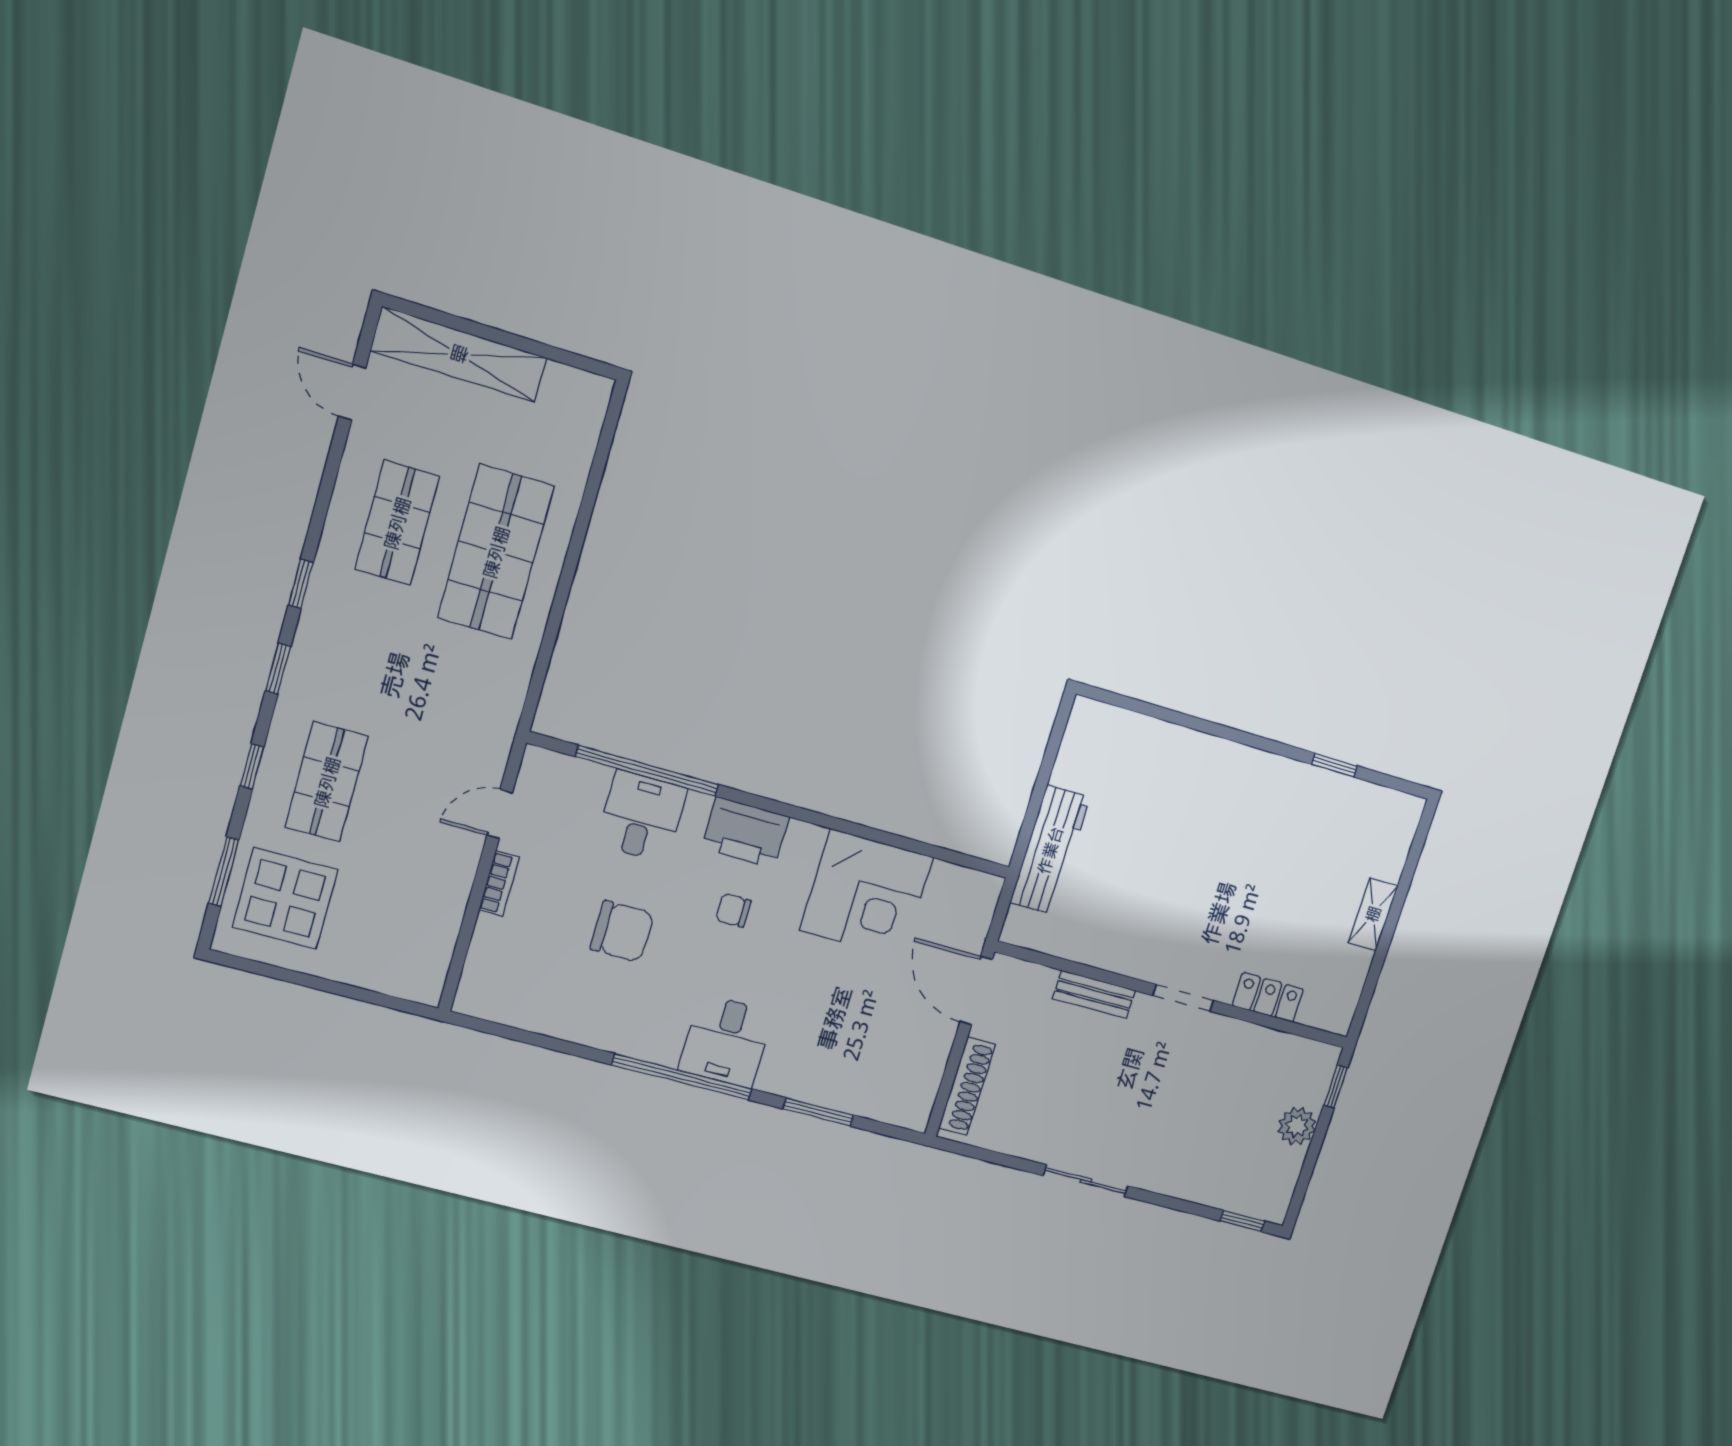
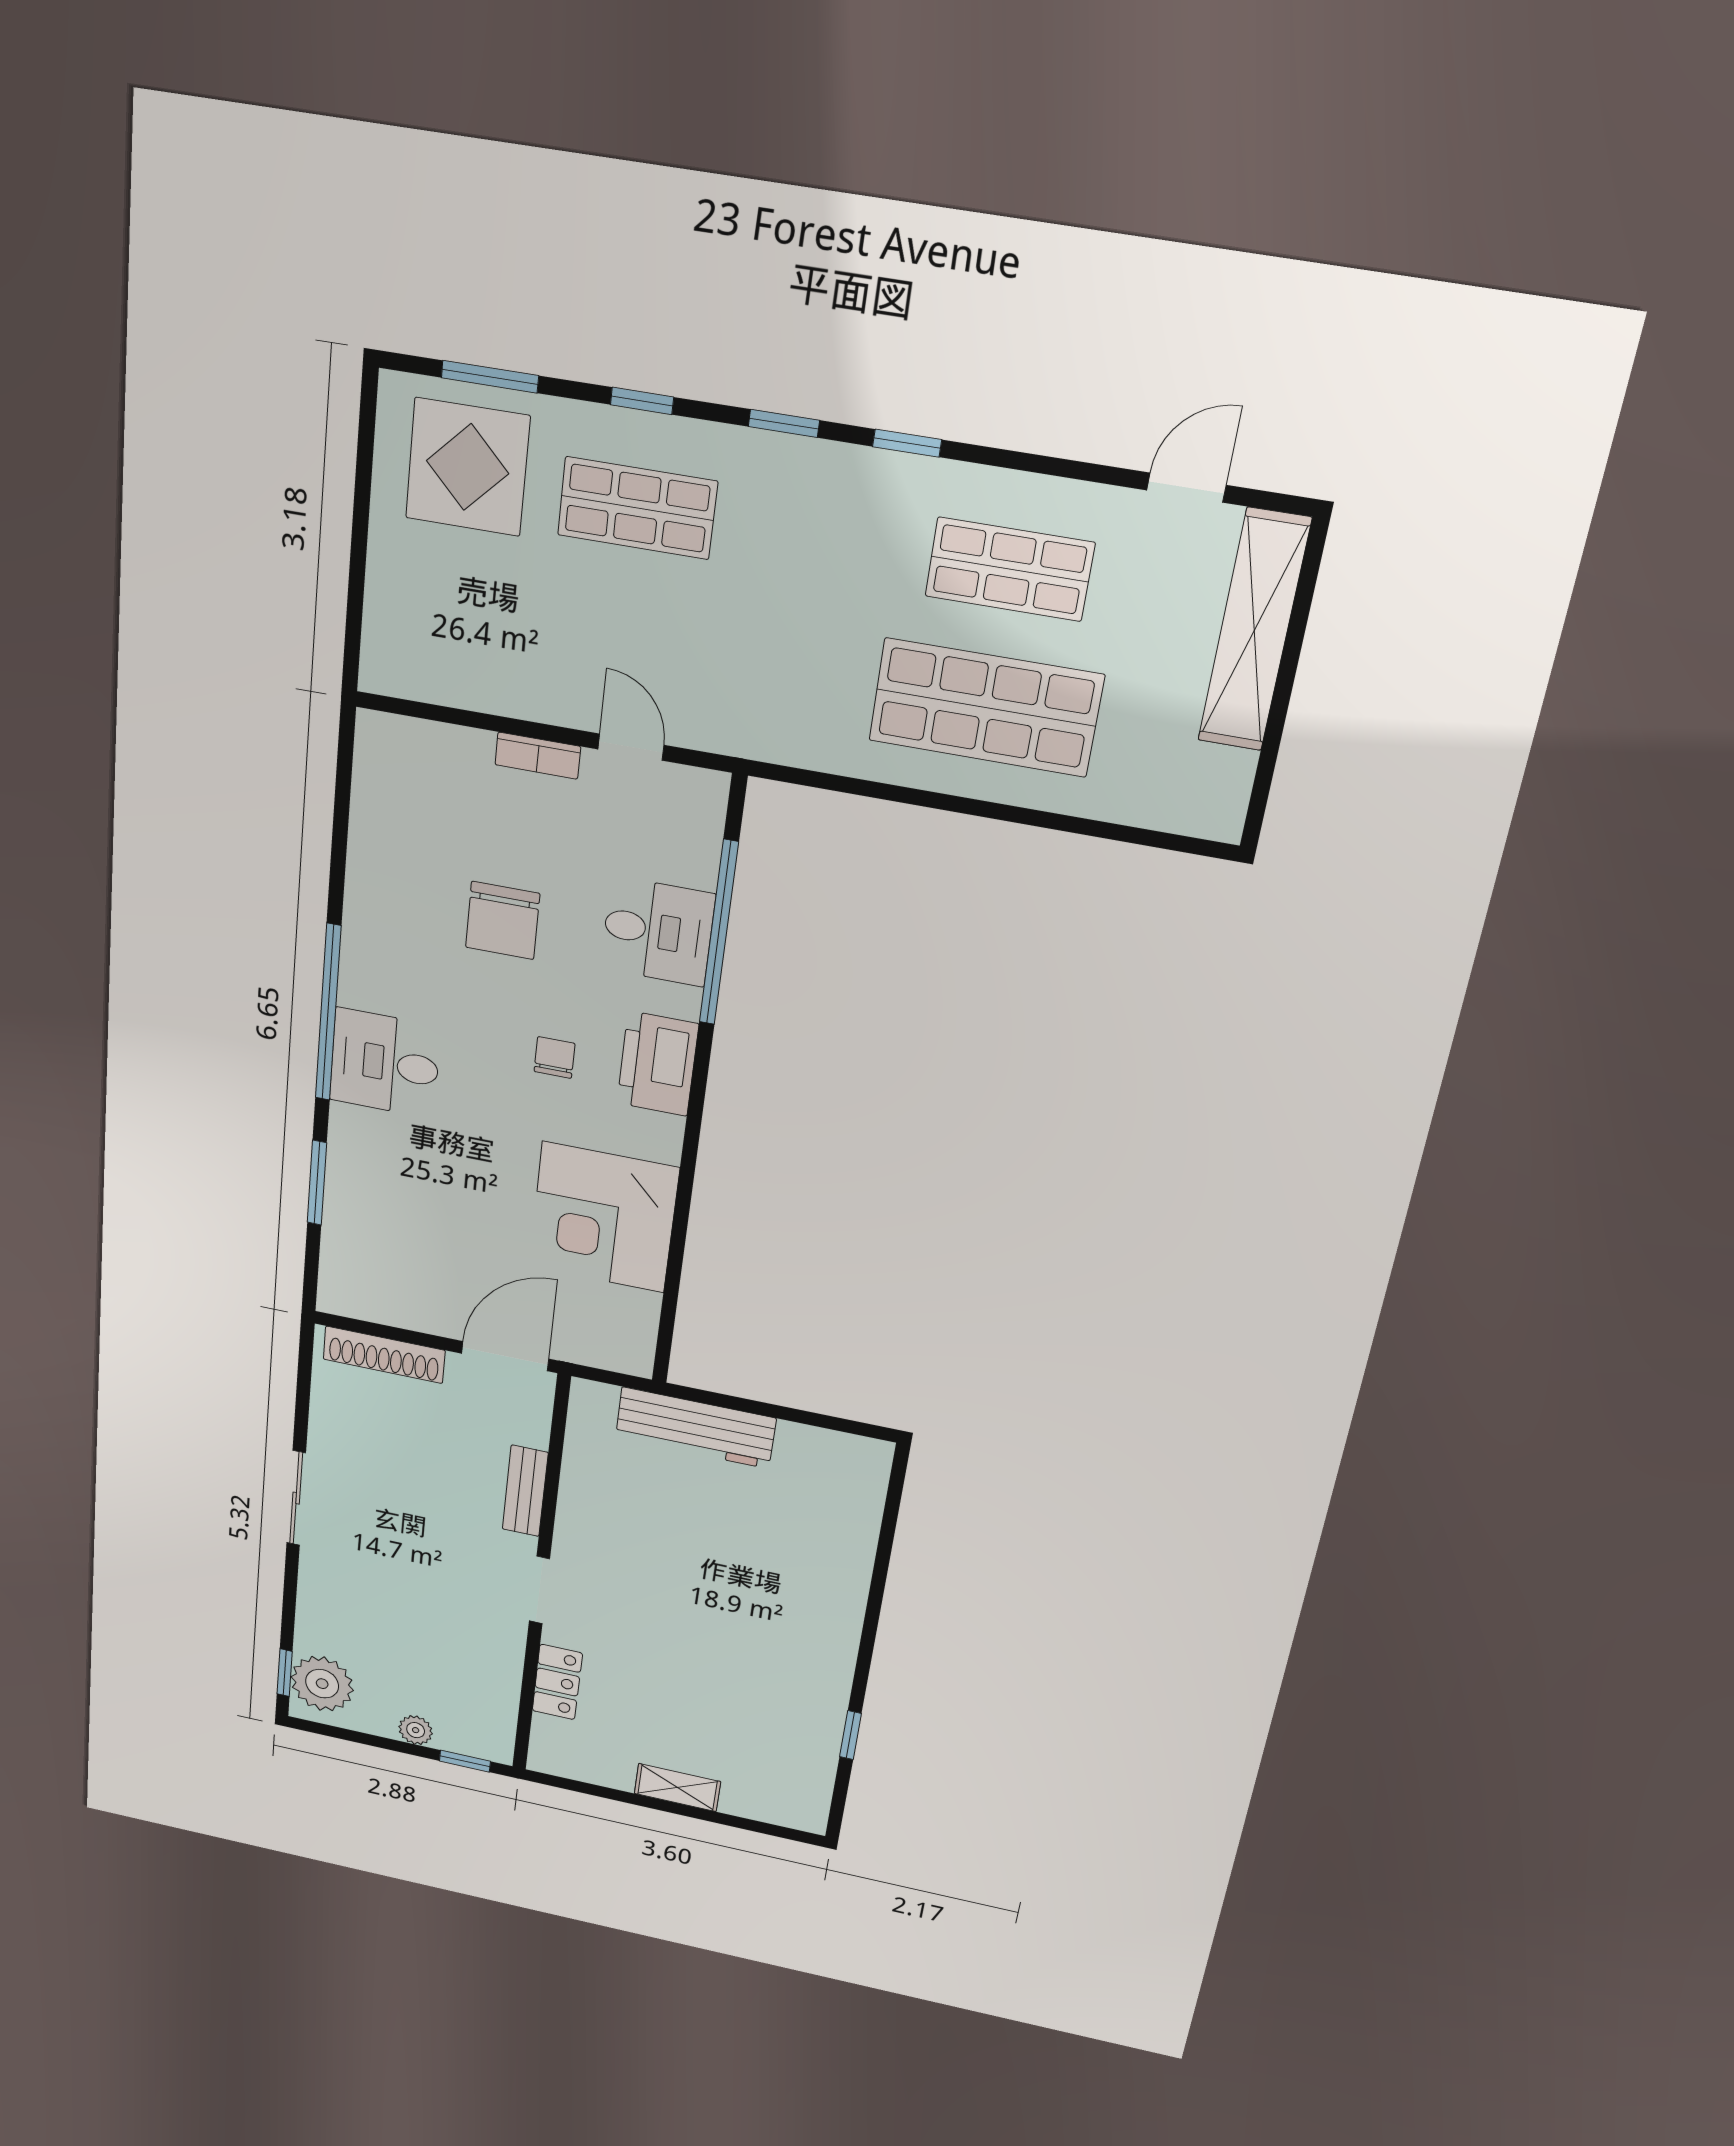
plant: (1297, 1126) -> (416, 1730), width x0.73, depth x0.73
plant: (1255, 1192) -> (322, 1684), added

